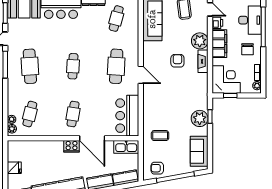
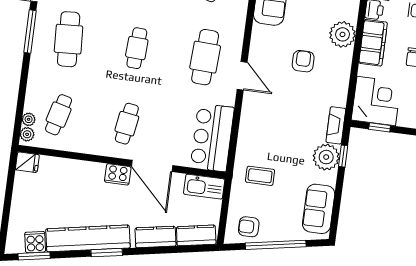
fireplace: (203, 61) -> (336, 125), moved
fridge: (14, 168) -> (27, 162), moved

